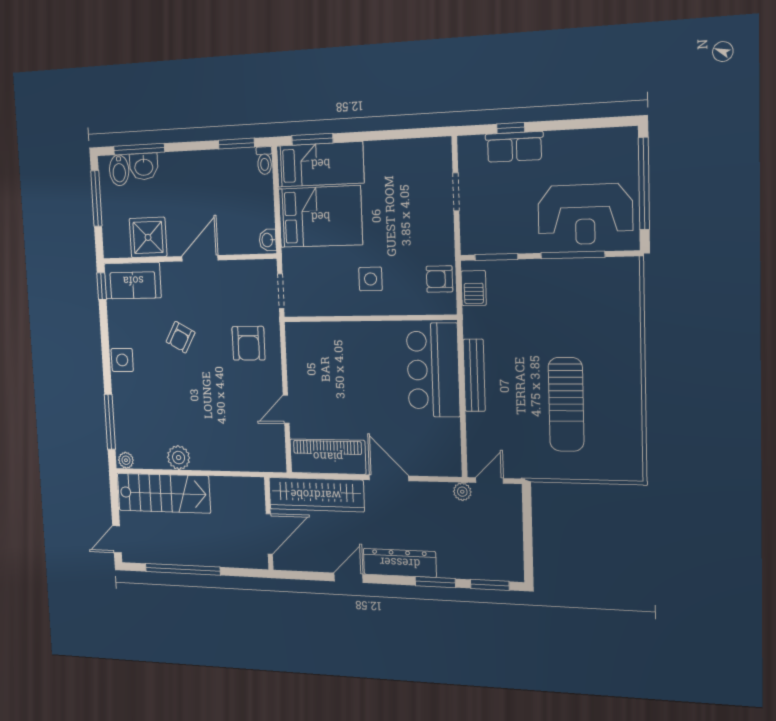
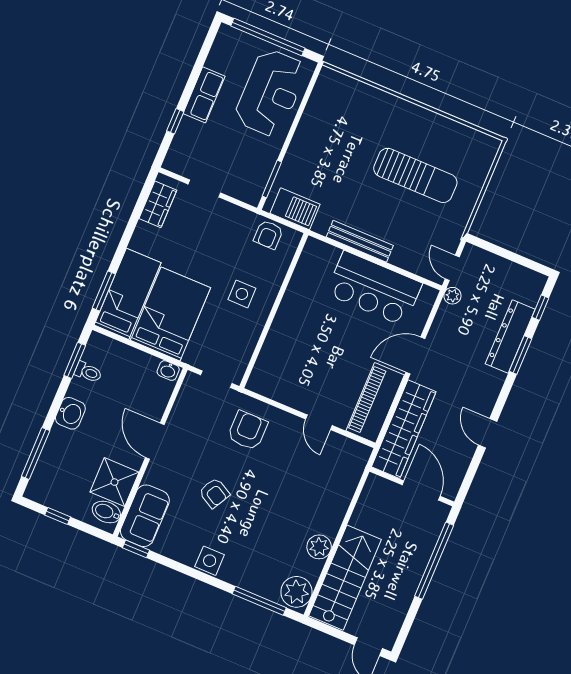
row of seats: (514, 147) -> (204, 95), moved
wardrobe: (419, 152) -> (158, 204), added
toilet: (264, 161) -> (88, 372), moved
washbasin: (144, 167) -> (70, 413), moved
bidet: (119, 170) -> (106, 512), moved, turned 180
window: (96, 198) -> (58, 516), width x0.46
window: (573, 255) -> (298, 117), removed
barbecue: (474, 288) -> (295, 209), width x1.38, depth x1.27
armchair: (248, 343) -> (248, 430), turned -90
bar counter: (433, 370) -> (374, 288), moved
plant: (126, 460) -> (296, 592), width x1.88, depth x1.88
dresser: (400, 563) -> (510, 336), moved
window: (183, 569) -> (434, 561), moved
window: (490, 585) -> (540, 308), width x0.67

